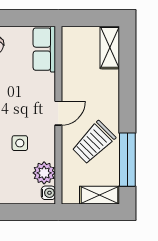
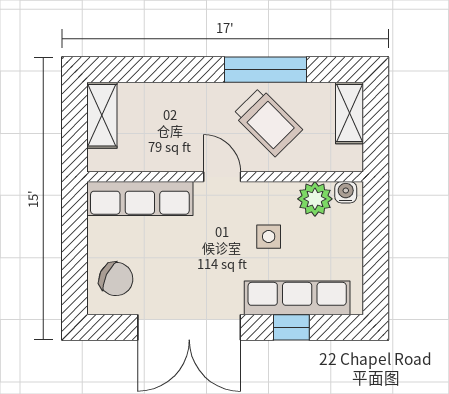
shelving: (110, 47) -> (102, 115), moved, turned 90
row of seats: (44, 49) -> (140, 199), width x1.48
window: (127, 160) -> (266, 70), moved

